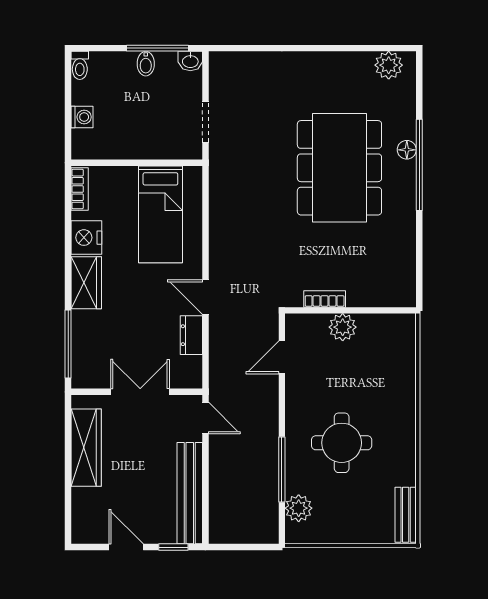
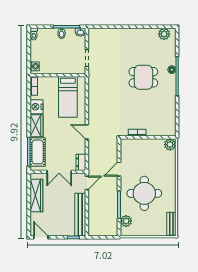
washing machine: (82, 117) -> (35, 66), moved
dining table: (339, 168) -> (143, 77), width x0.53, depth x0.80
plant: (343, 327) -> (170, 145), moved
dresser: (191, 335) -> (81, 162), moved
cot: (89, 345) -> (38, 152), added
door: (282, 357) -> (119, 169), moved
double door: (140, 392) -> (59, 172), swing flipped
door: (205, 418) -> (87, 183), hinge flipped
round table: (342, 443) -> (144, 193), width x1.36, depth x1.36
door: (126, 547) -> (41, 237), moved

